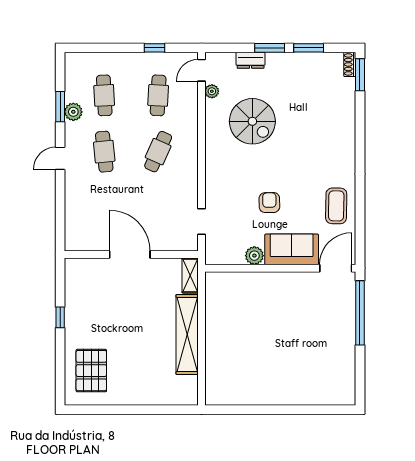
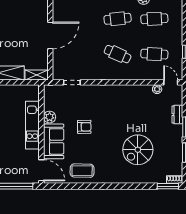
spiral stairs: (252, 121) -> (138, 150), moved
kitchen unit: (267, 282) -> (32, 125), added

